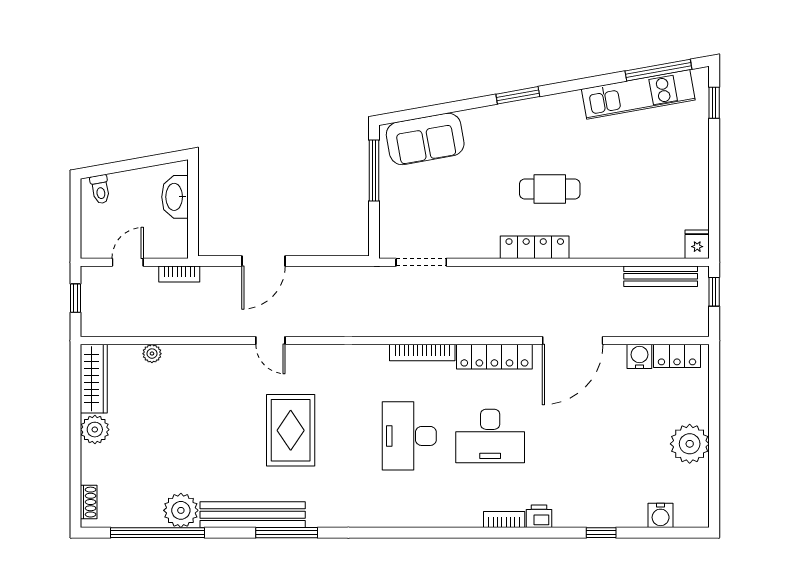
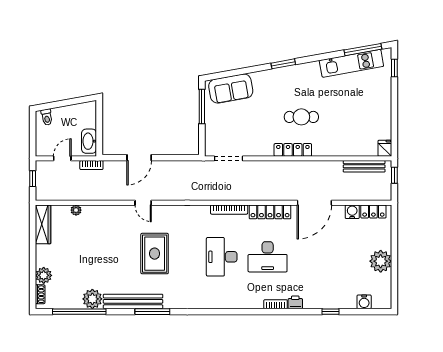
washbasin: (175, 197) -> (89, 141), moved
plant: (95, 430) -> (44, 275), moved

